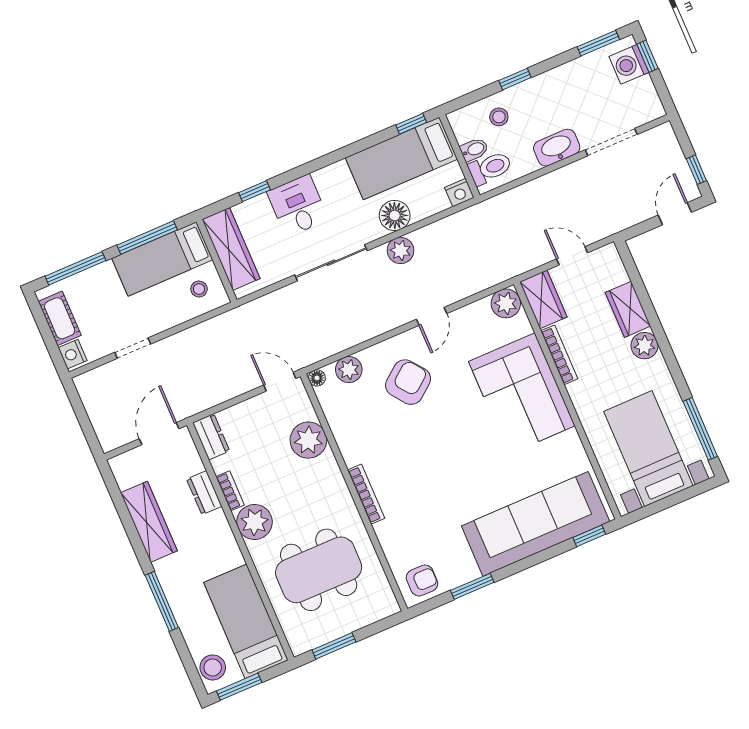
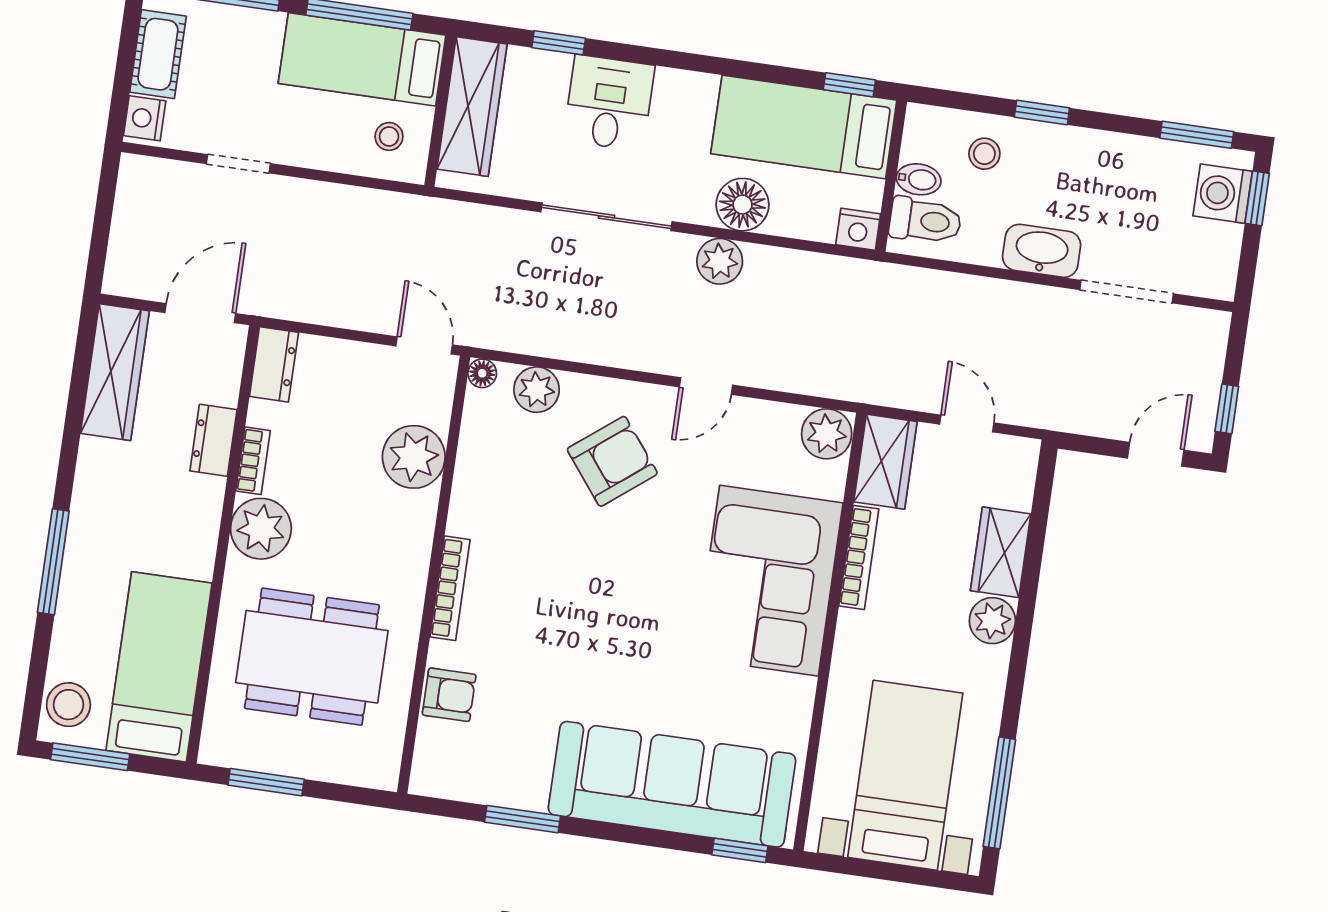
wardrobe: (149, 522) -> (115, 372), moved
armchair: (422, 580) -> (449, 695), moved

